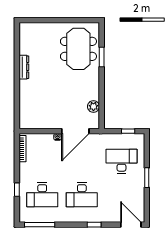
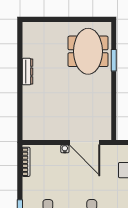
plant: (93, 106) -> (105, 115), removed
door: (75, 131) -> (85, 142), hinge flipped

